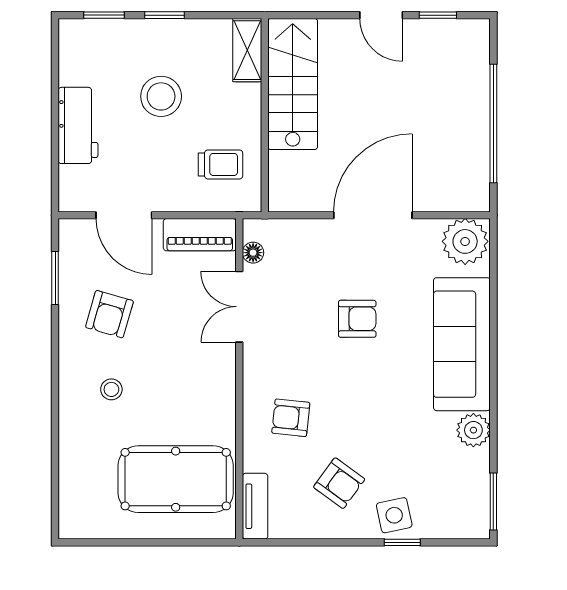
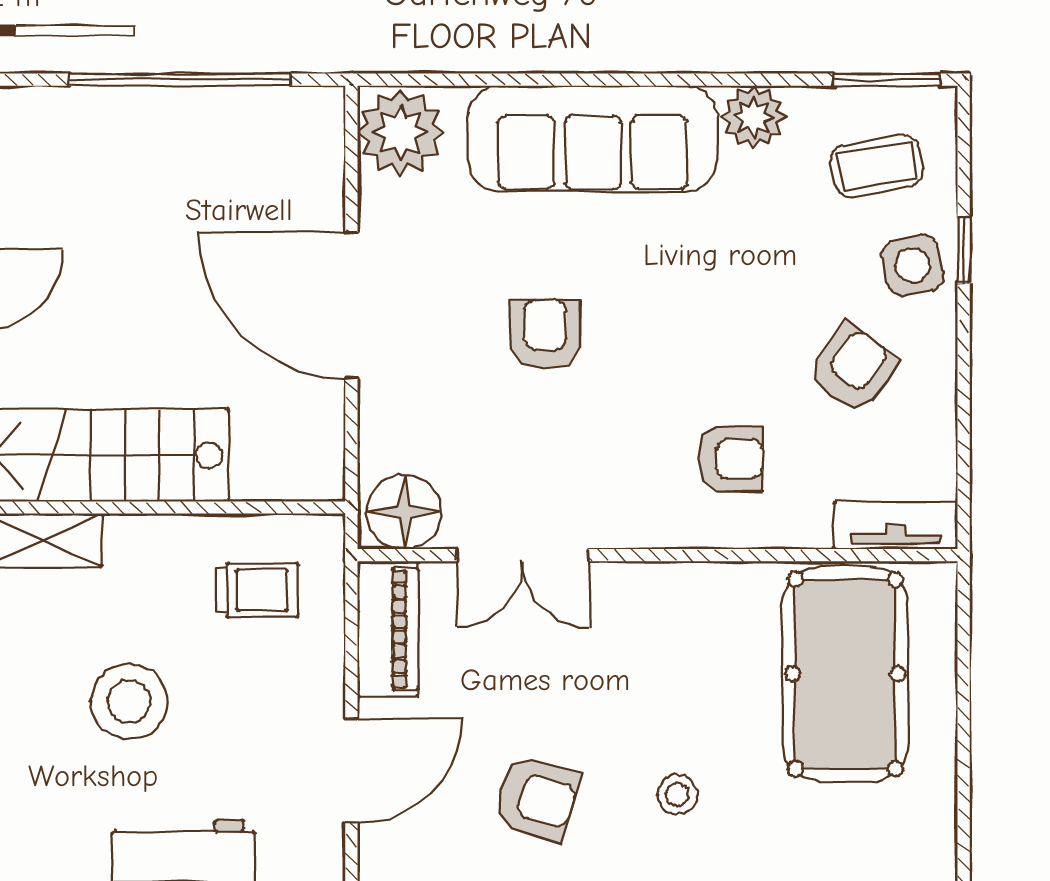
trolley: (221, 164) -> (256, 590), turned 90
floor lamp: (253, 253) -> (404, 512), width x1.89, depth x1.89
armchair: (291, 418) -> (730, 459), turned -96
coffee table: (447, 496) -> (877, 166), added

